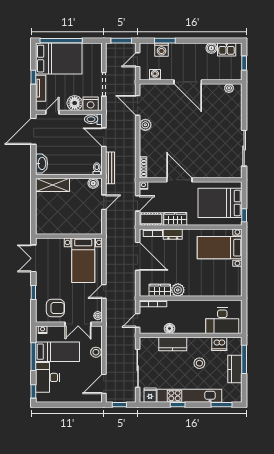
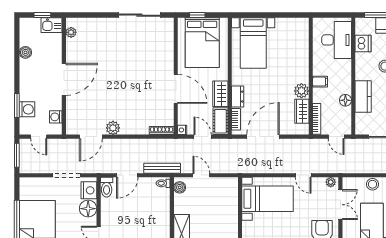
kitchen sink: (227, 50) -> (52, 25), moved, turned 90
door: (179, 180) -> (176, 89), swing flipped
window: (244, 215) -> (197, 15), moved
filing cabinet: (186, 306) -> (320, 82), added

